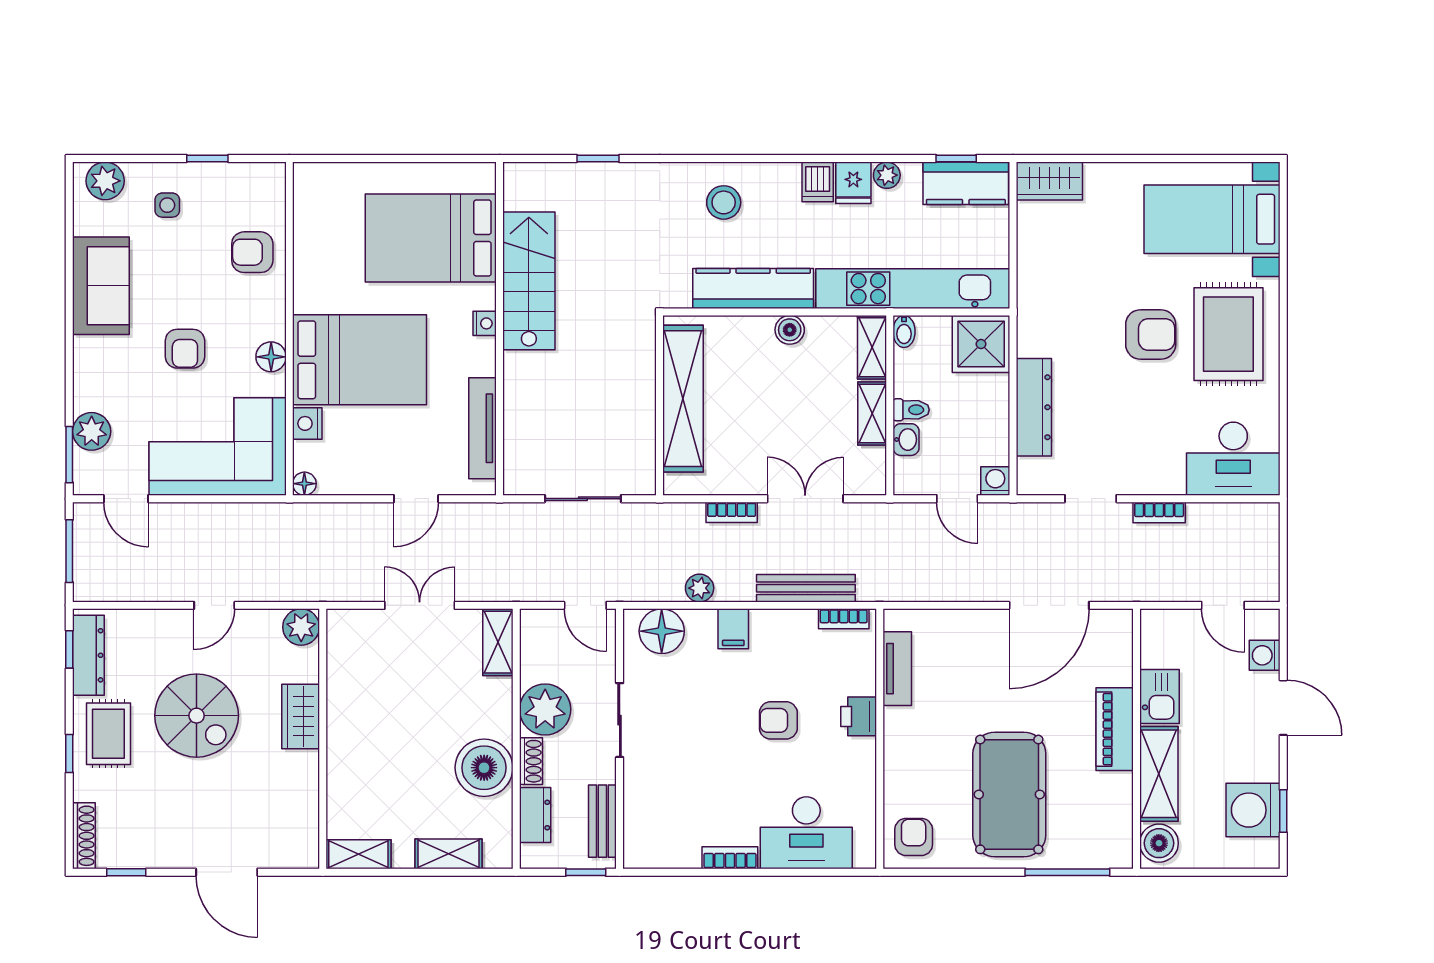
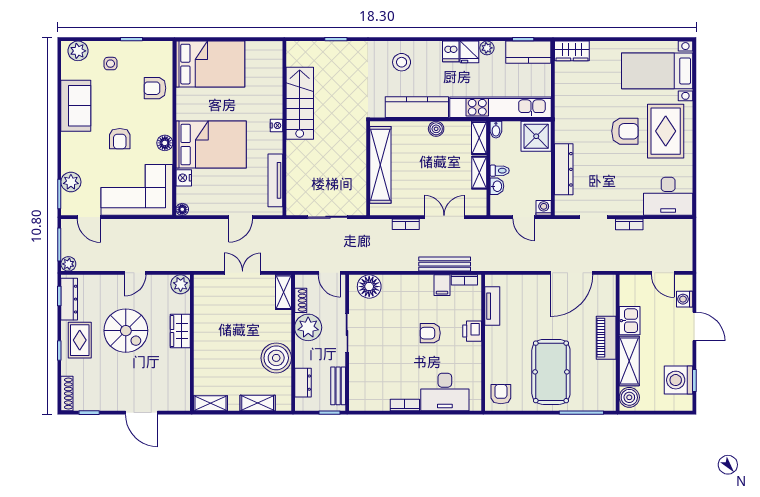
bed: (431, 238) -> (210, 64), moved, turned 180
plant: (700, 588) -> (68, 264), moved
filing cabinet: (733, 629) -> (442, 285), moved
shoe rack: (531, 761) -> (301, 300), moved

